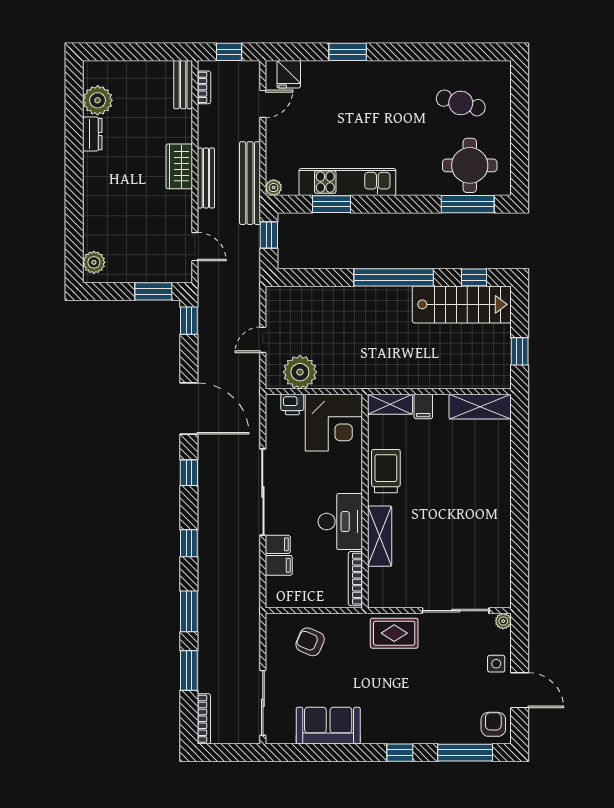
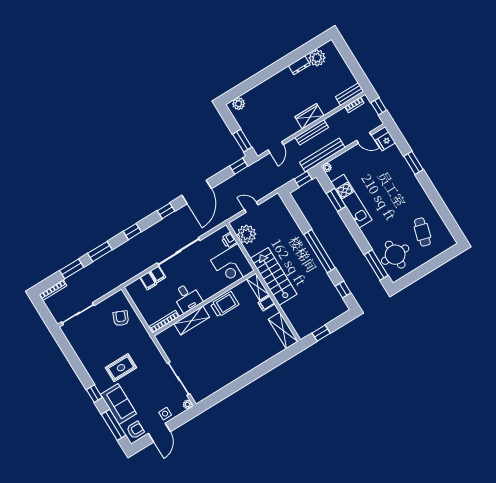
stairs: (462, 304) -> (274, 276), moved, turned 180
desk: (340, 522) -> (187, 297), width x0.73
rug: (394, 633) -> (121, 368), moved, turned 90
sofa: (328, 726) -> (118, 404), moved

